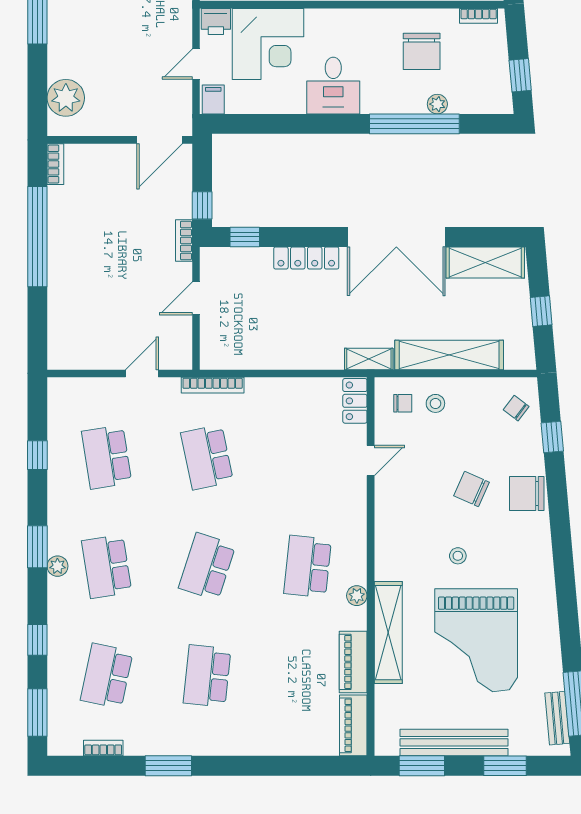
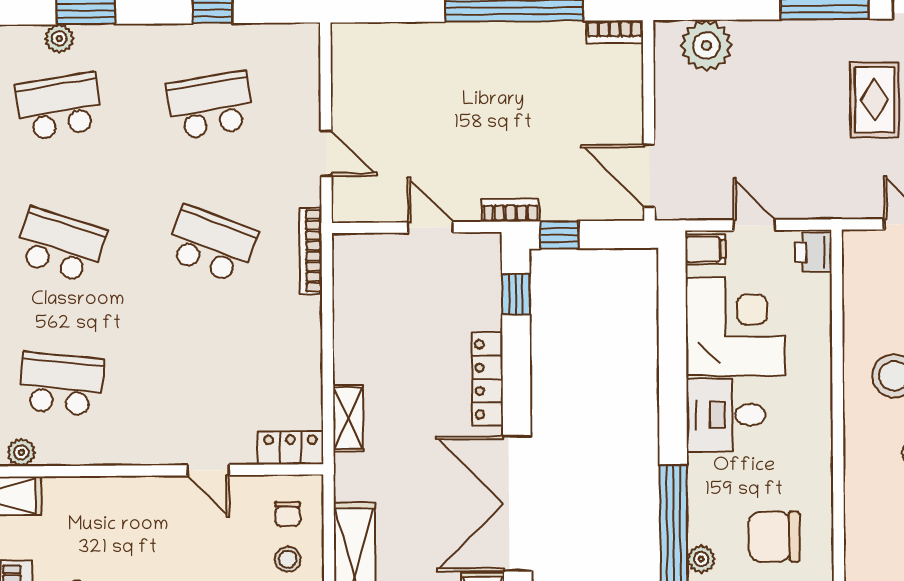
corner desk: (268, 44) -> (735, 326), moved, turned 180
shelving: (369, 359) -> (348, 418), moved
school desk: (207, 457) -> (211, 244), turned 33

